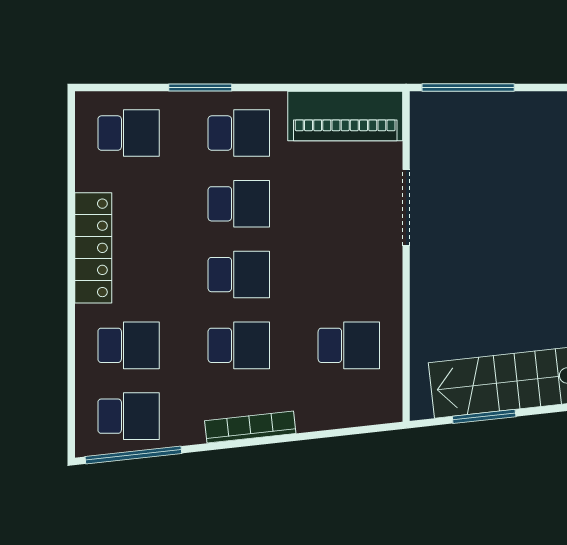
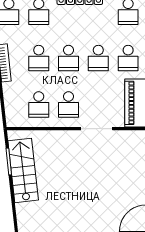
school desk: (349, 275) -> (69, 104), added

